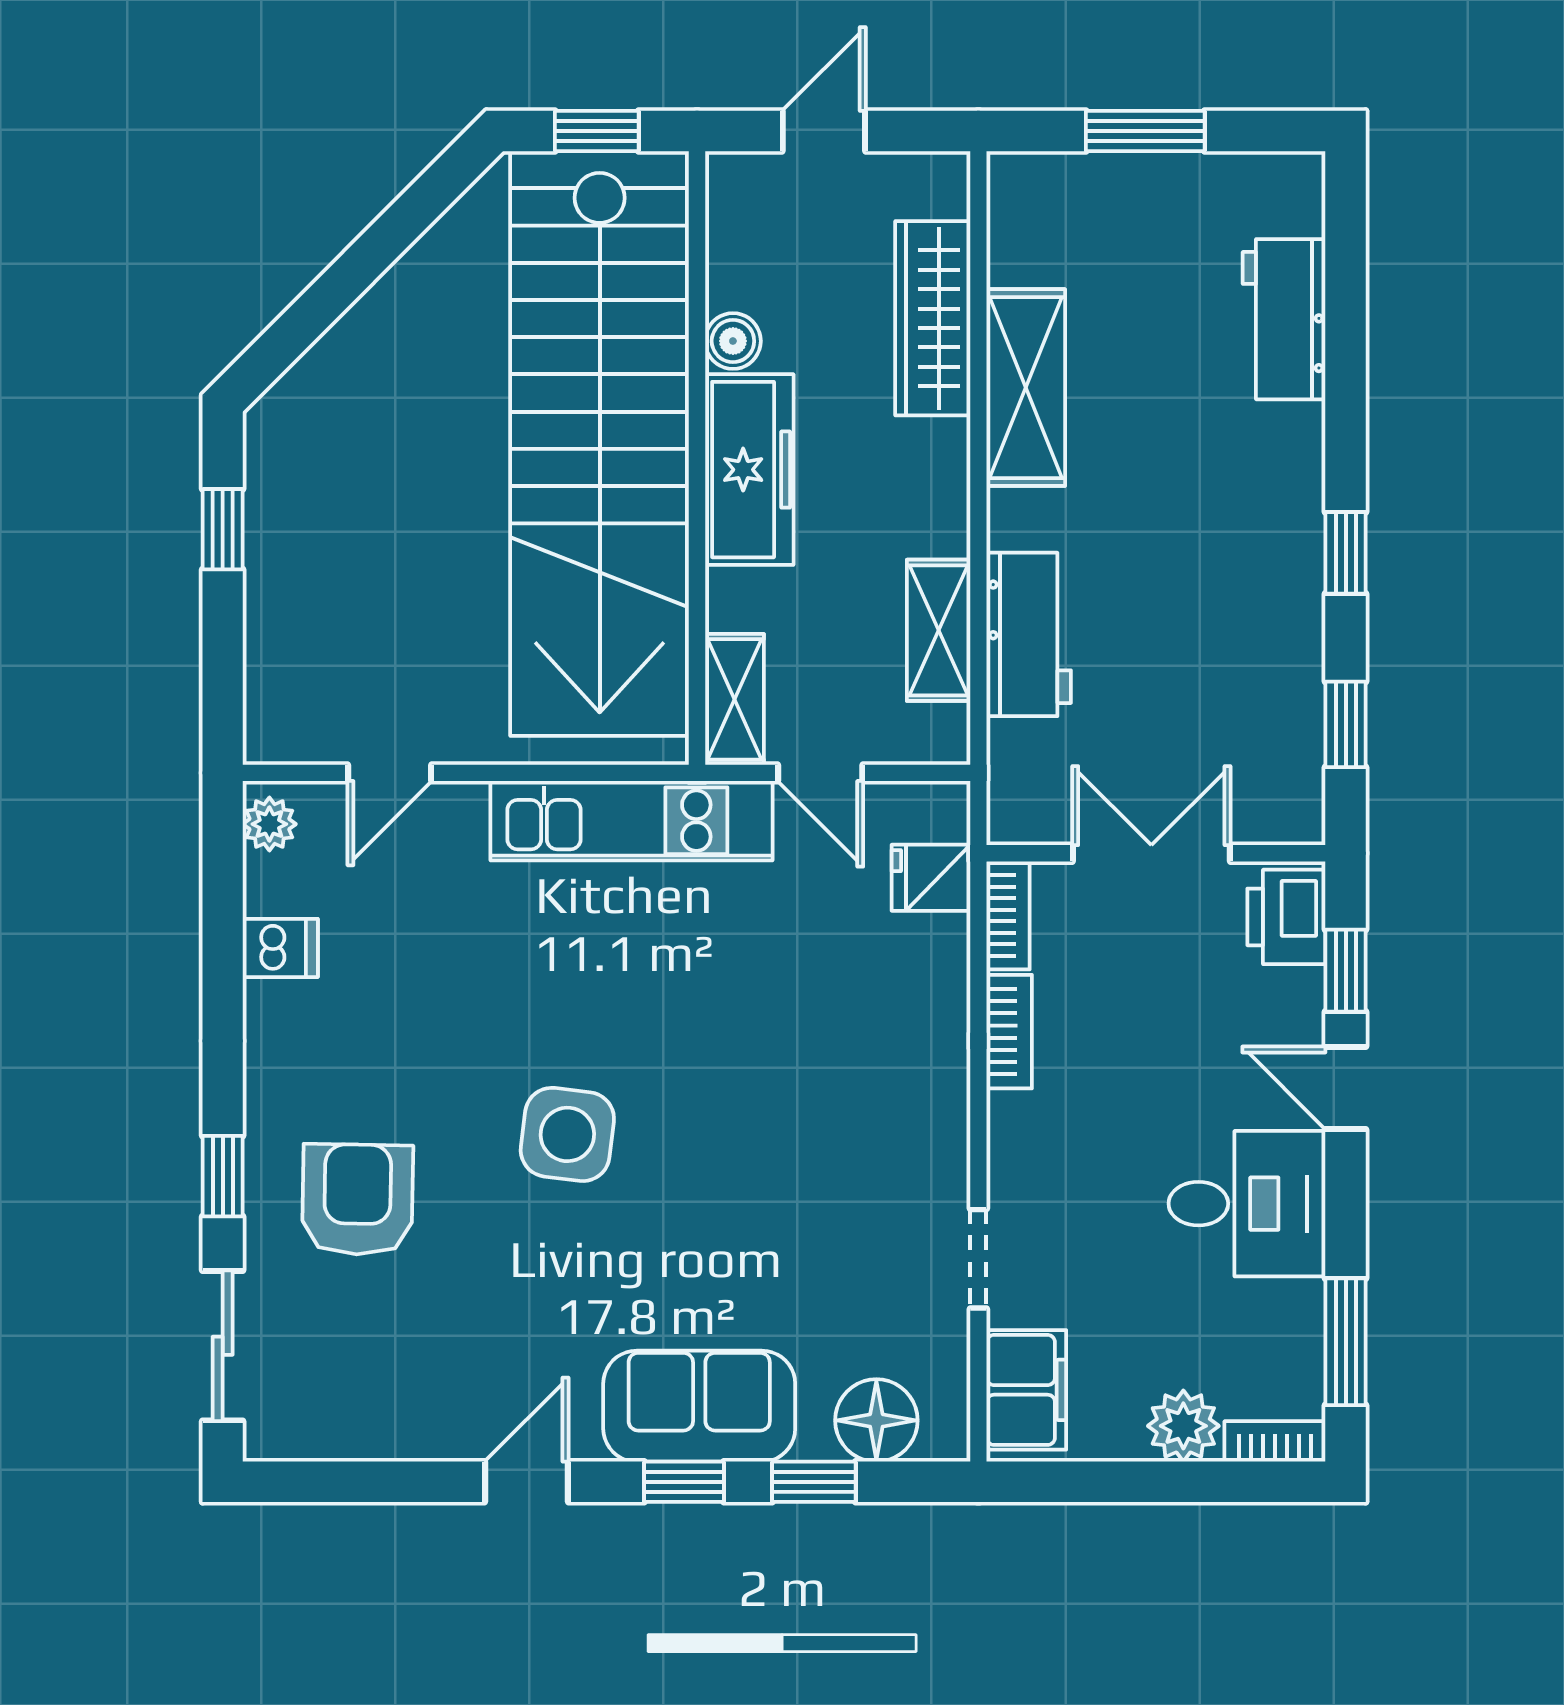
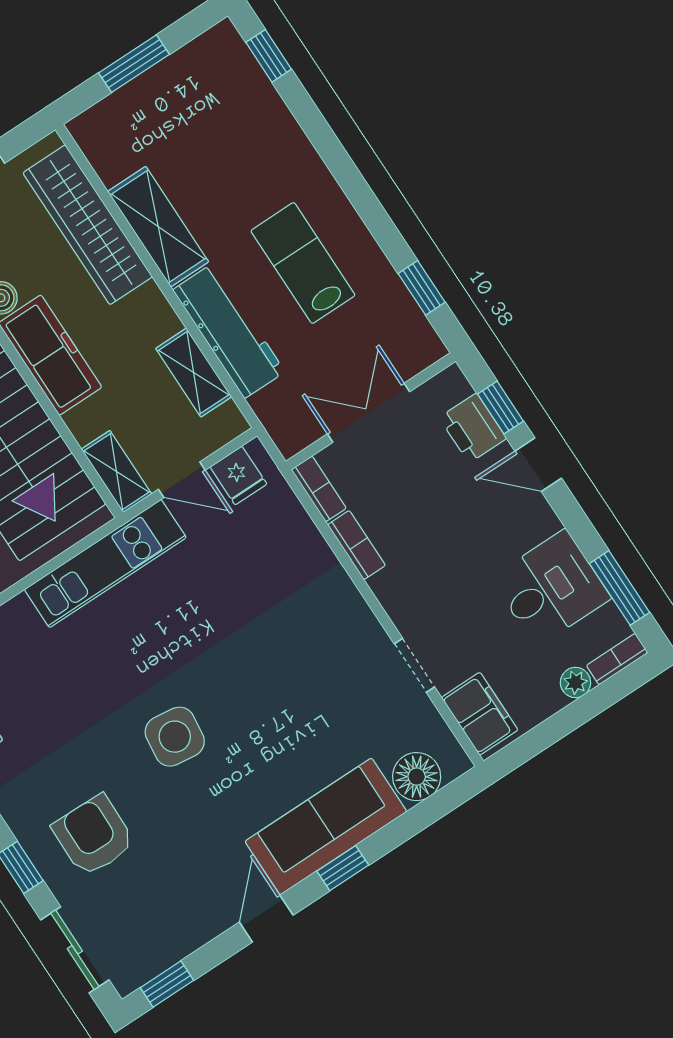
wardrobe: (933, 318) -> (88, 225), width x1.40, depth x1.17
workbench: (1284, 319) -> (262, 111), removed
window: (1346, 553) -> (269, 56), moved
lab bench: (1199, 577) -> (303, 263), added
workbench: (1029, 634) -> (229, 331), width x1.37
fridge: (931, 878) -> (238, 475), moved, turned -90
printer: (1286, 917) -> (473, 428), moved
desk: (1247, 1204) -> (551, 588), moved
sofa: (699, 1406) -> (326, 826), width x1.36
plant: (1183, 1426) -> (575, 682), width x0.73, depth x0.73
window: (814, 1482) -> (167, 984), moved

